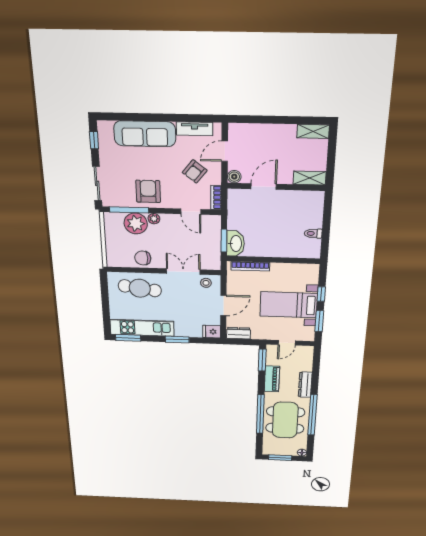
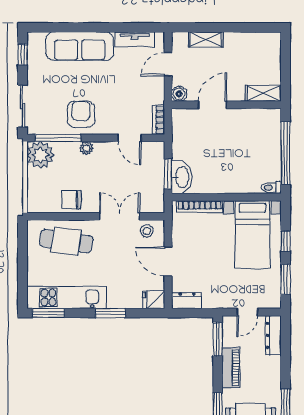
shelving: (313, 131) -> (206, 39), moved
armchair: (195, 171) -> (134, 89), removed
plant: (136, 223) -> (40, 155), moved
window: (326, 227) -> (286, 153), added
toilet: (313, 233) -> (271, 188), moved
door: (223, 305) -> (168, 261), swing flipped
bed with nightstands: (289, 305) -> (252, 235), moved, turned -90
dresser: (305, 385) -> (274, 335), moved

